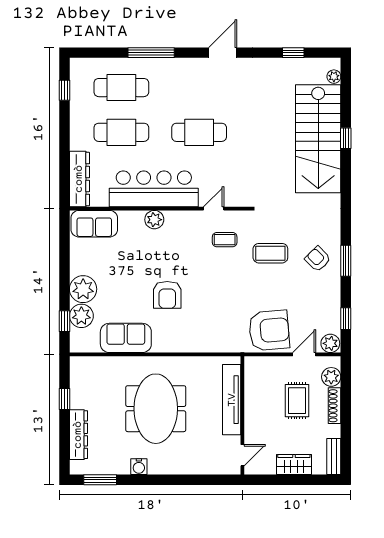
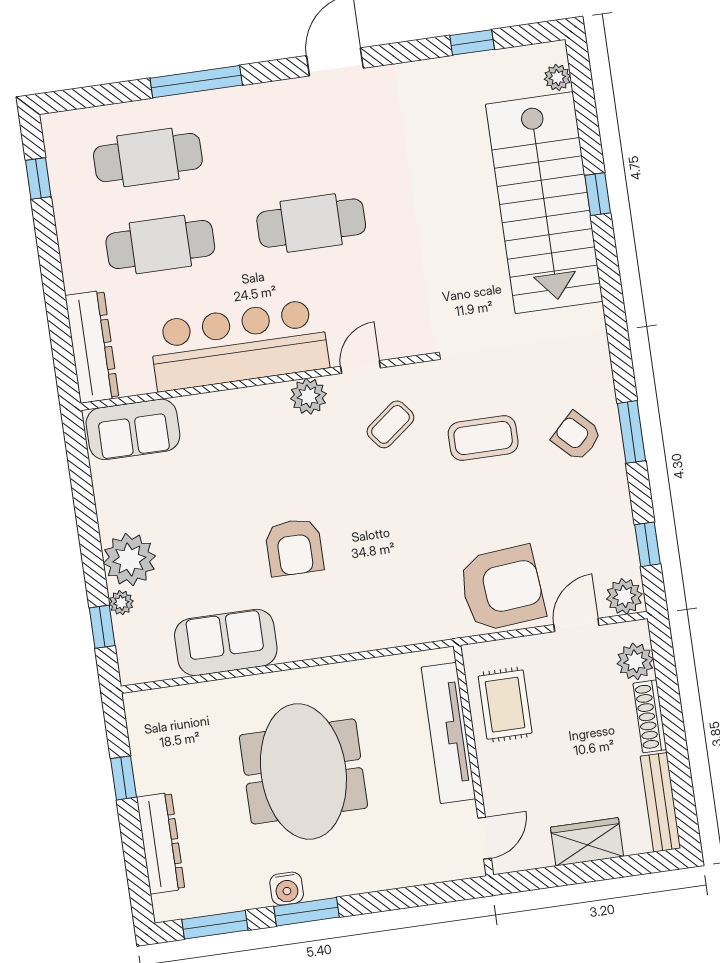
plant: (154, 220) -> (308, 396), moved
coffee table: (225, 240) -> (390, 424), turned -38
plant: (81, 316) -> (121, 603), width x0.53, depth x0.53
rug: (297, 401) -> (505, 705), moved
bench: (334, 456) -> (660, 802), width x1.36
window: (147, 480) -> (306, 912), added

